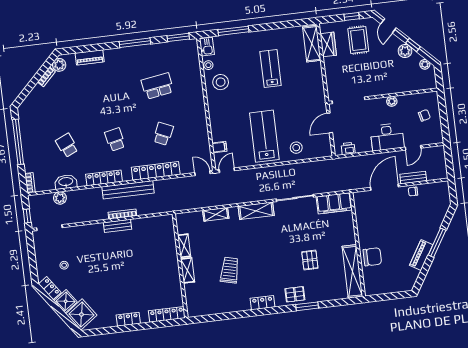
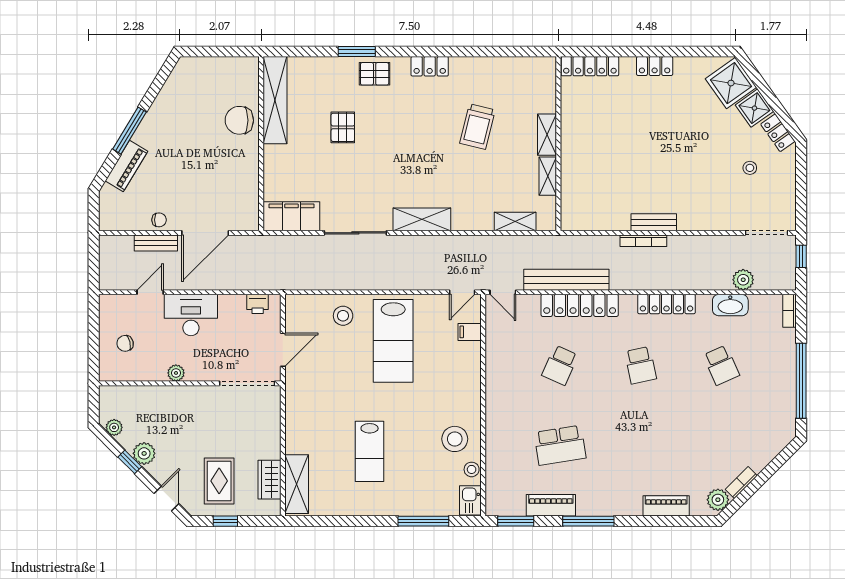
piano: (158, 49) -> (551, 505), added
bench: (128, 190) -> (566, 280), moved
shelving: (216, 214) -> (515, 221), moved
piano: (421, 255) -> (126, 166), moved

